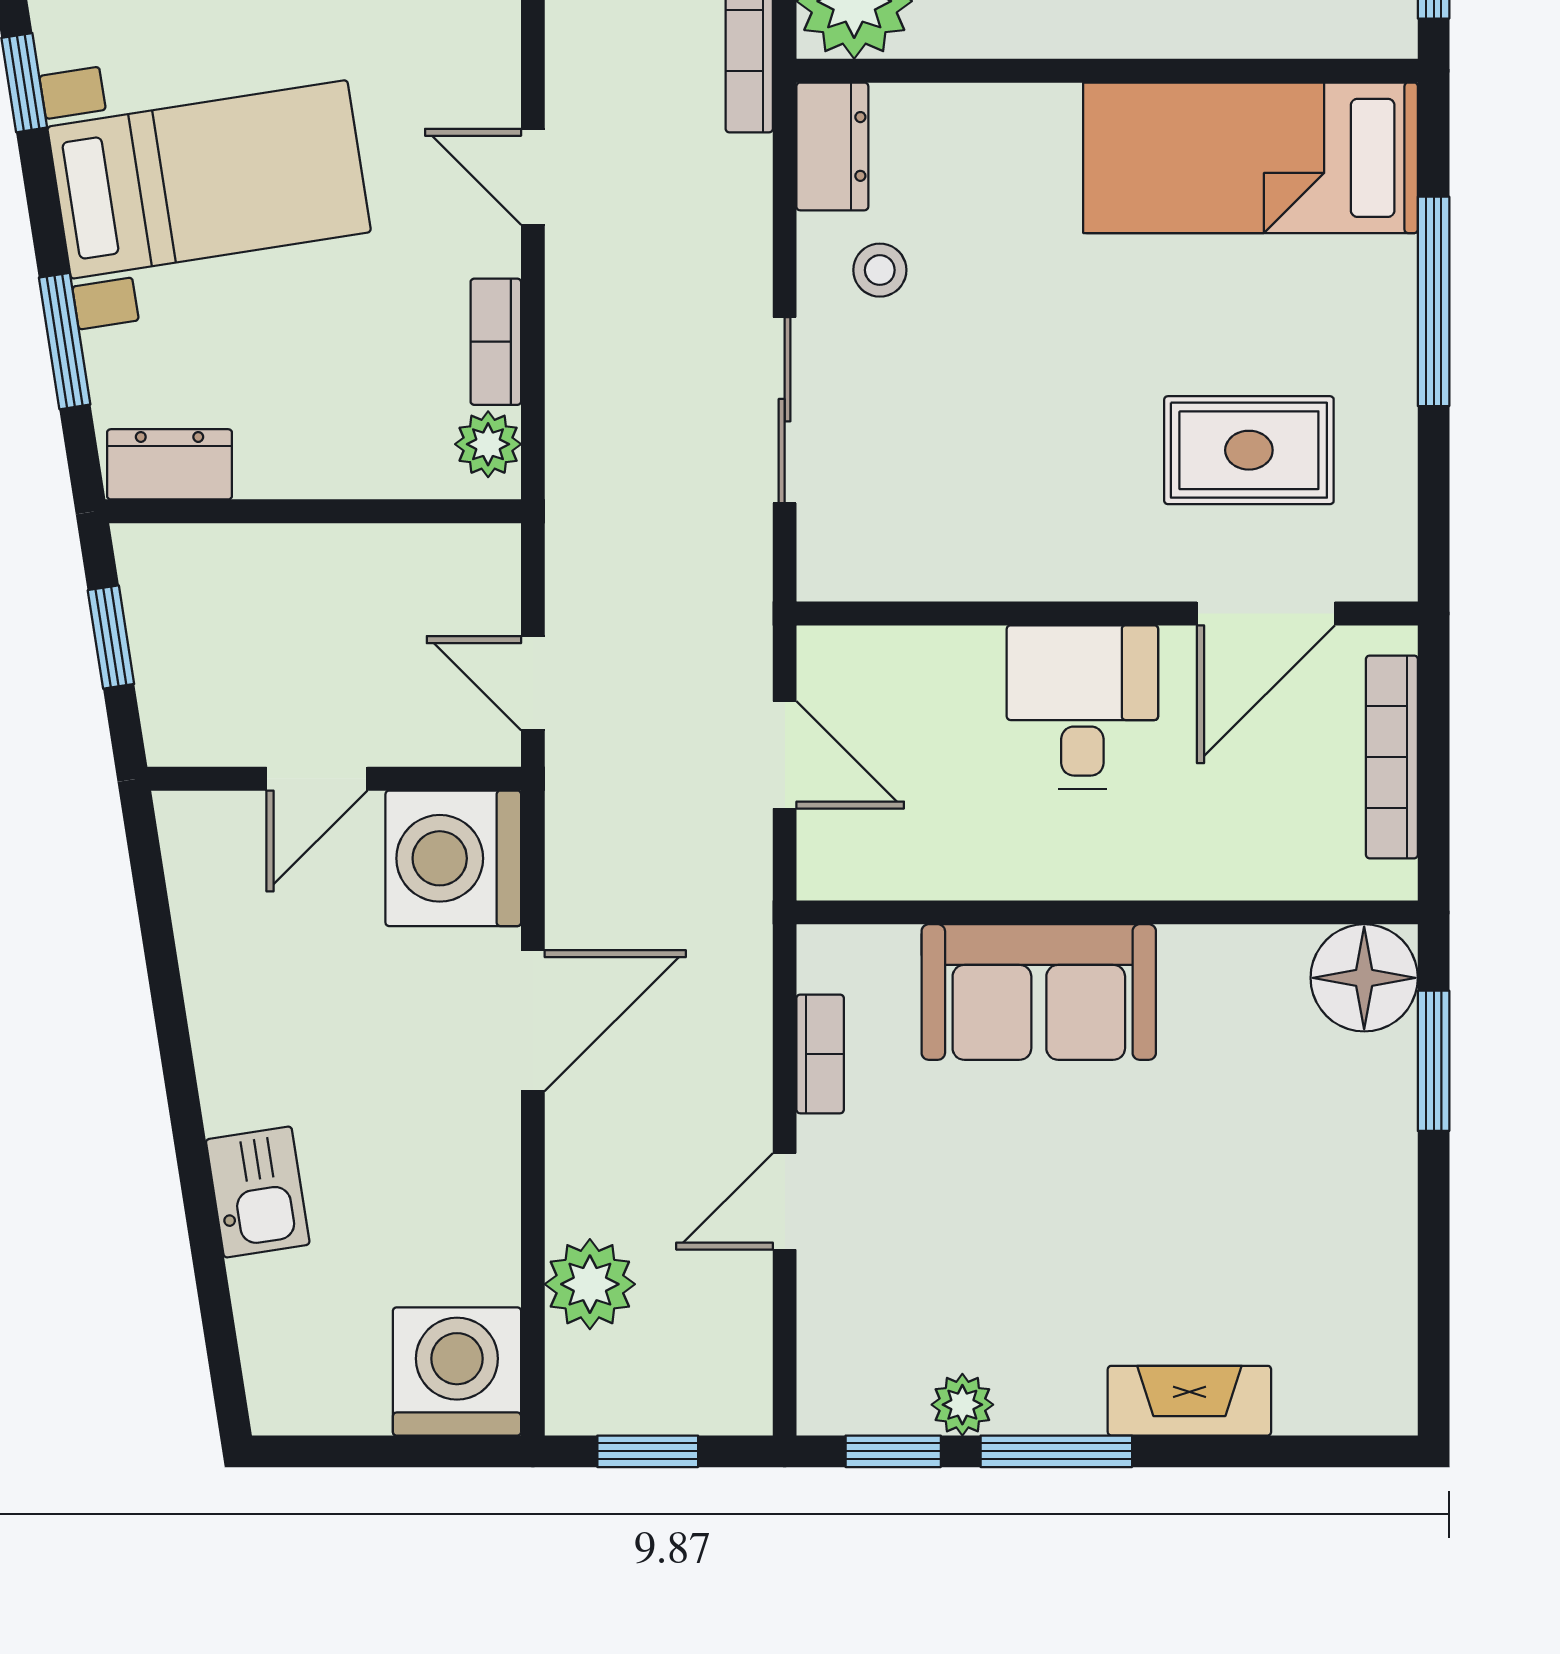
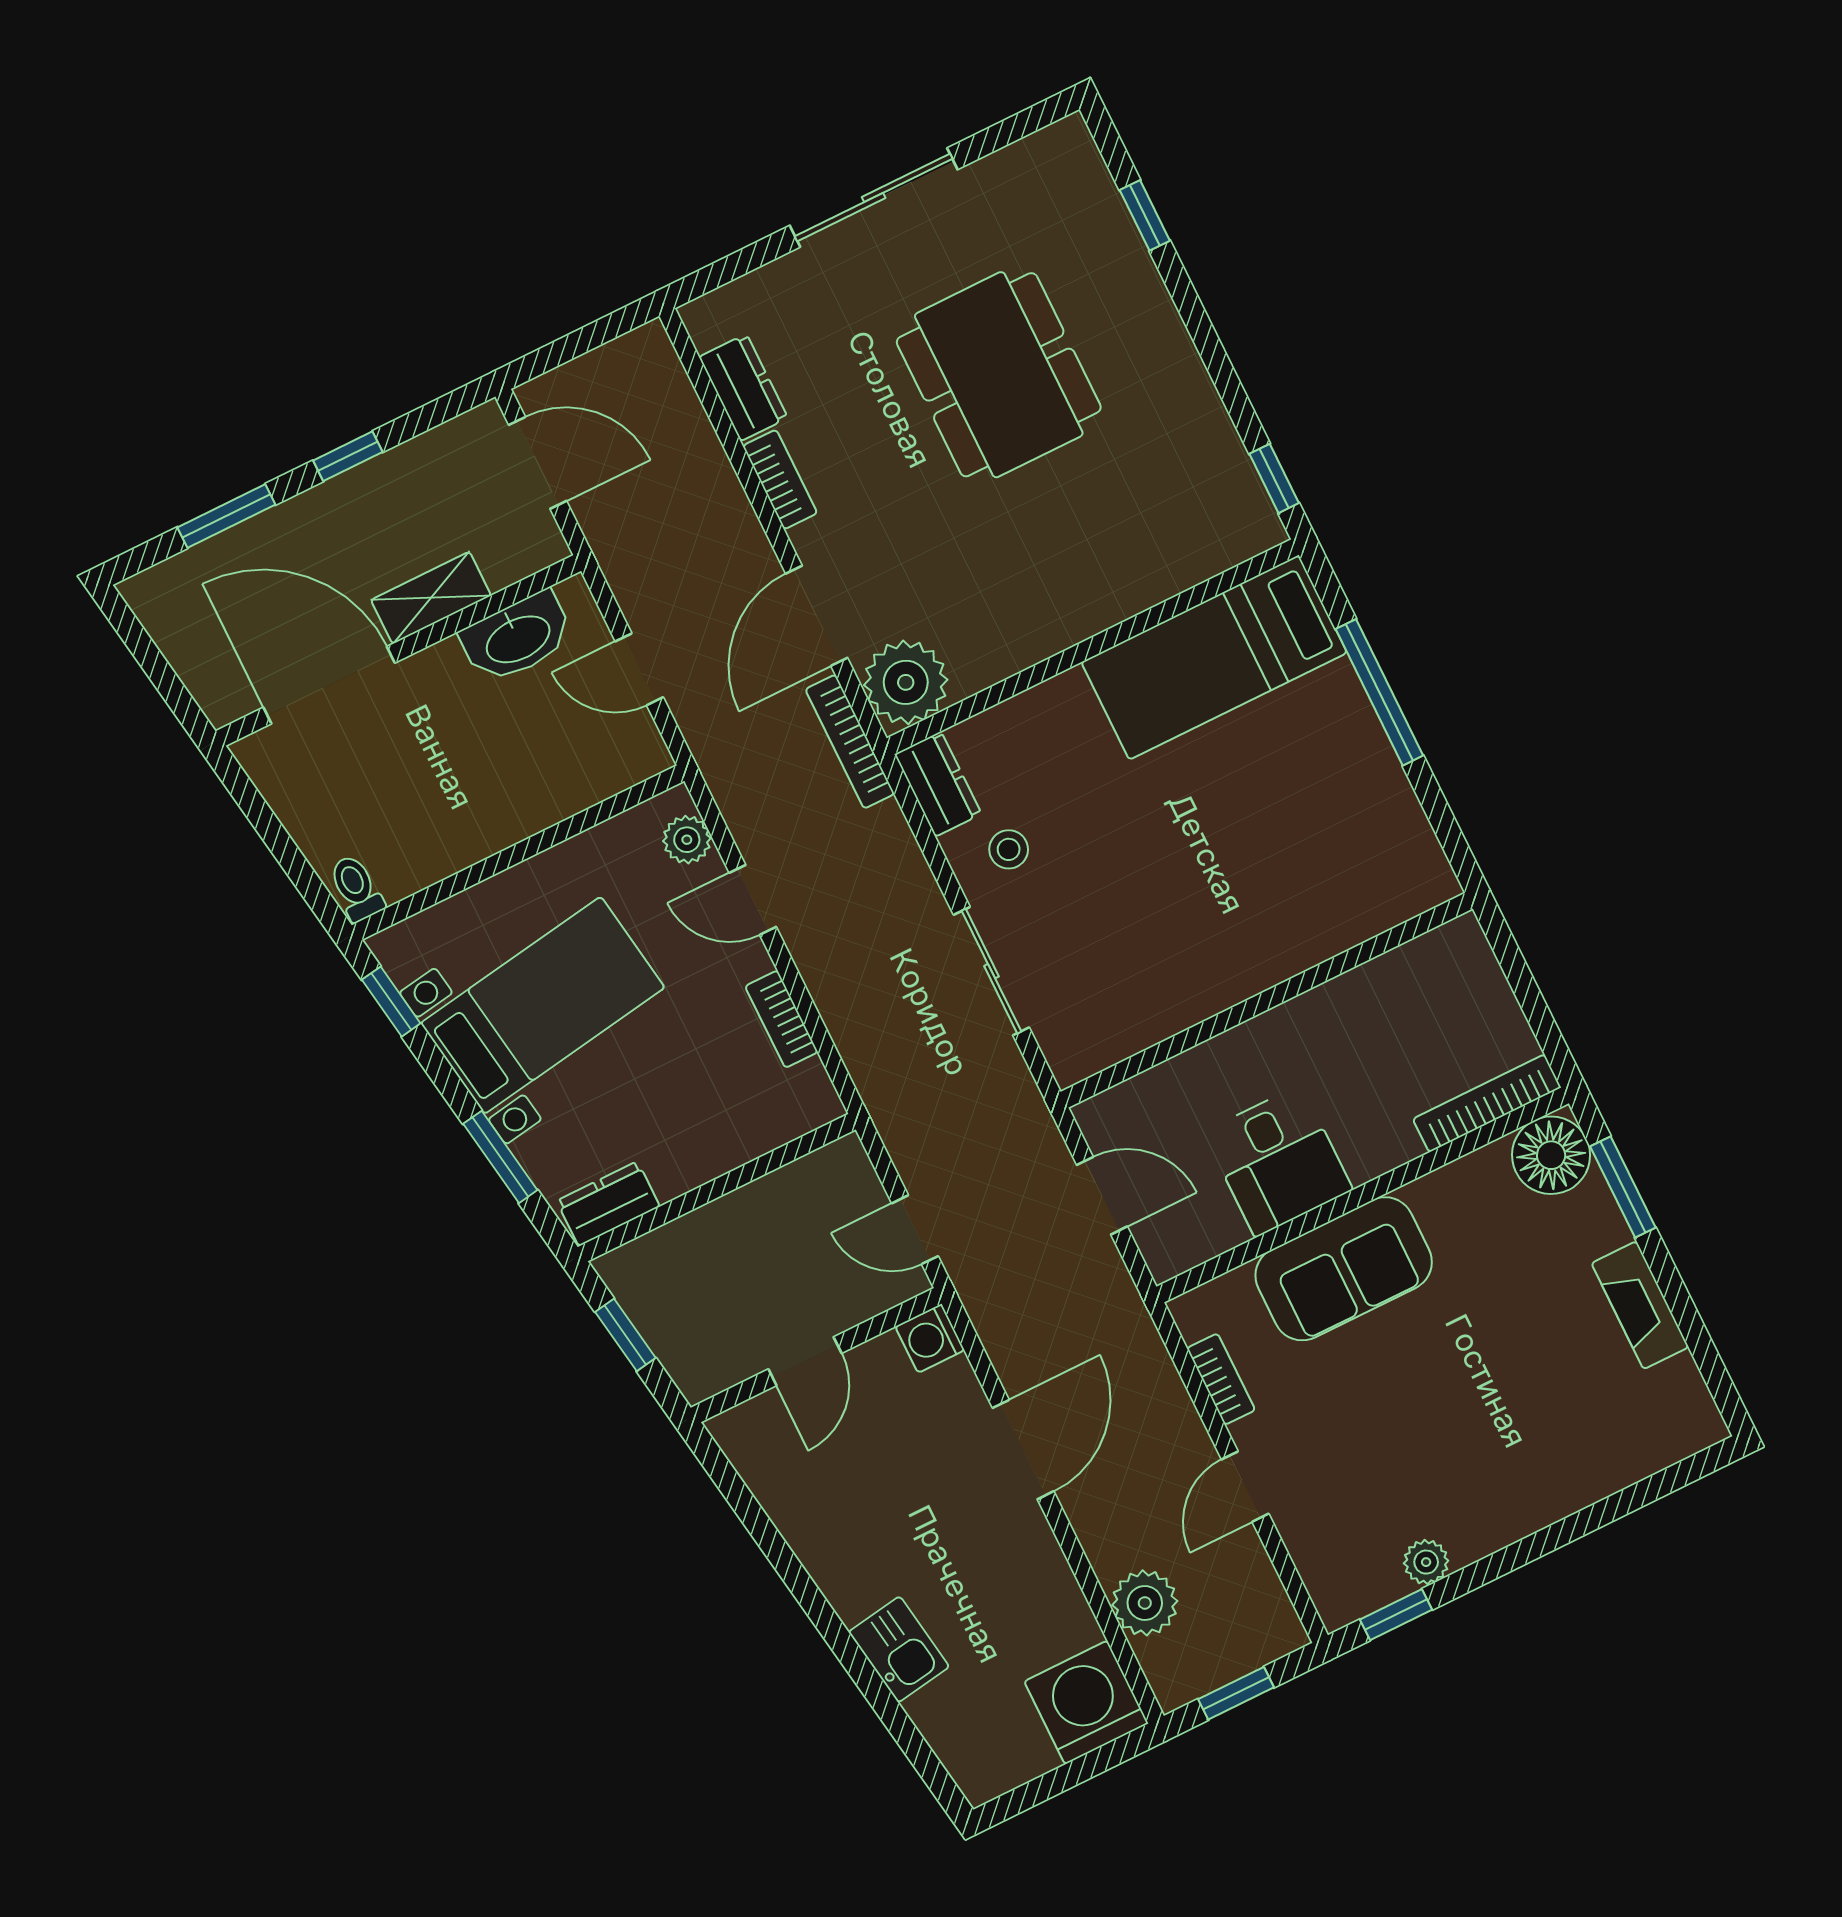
plant: (488, 444) -> (687, 840), moved
rug: (1249, 450) -> (1307, 848), removed
door: (1266, 614) -> (1370, 949), removed
desk: (1082, 707) -> (1278, 1161), moved, turned 180
bookcase: (1392, 757) -> (1487, 1103), moved, turned 90
washing machine: (453, 858) -> (930, 1338), width x0.53, depth x0.53
fireplace: (1189, 1401) -> (1640, 1305), moved, turned -90
window: (1056, 1451) -> (1502, 1562), removed

